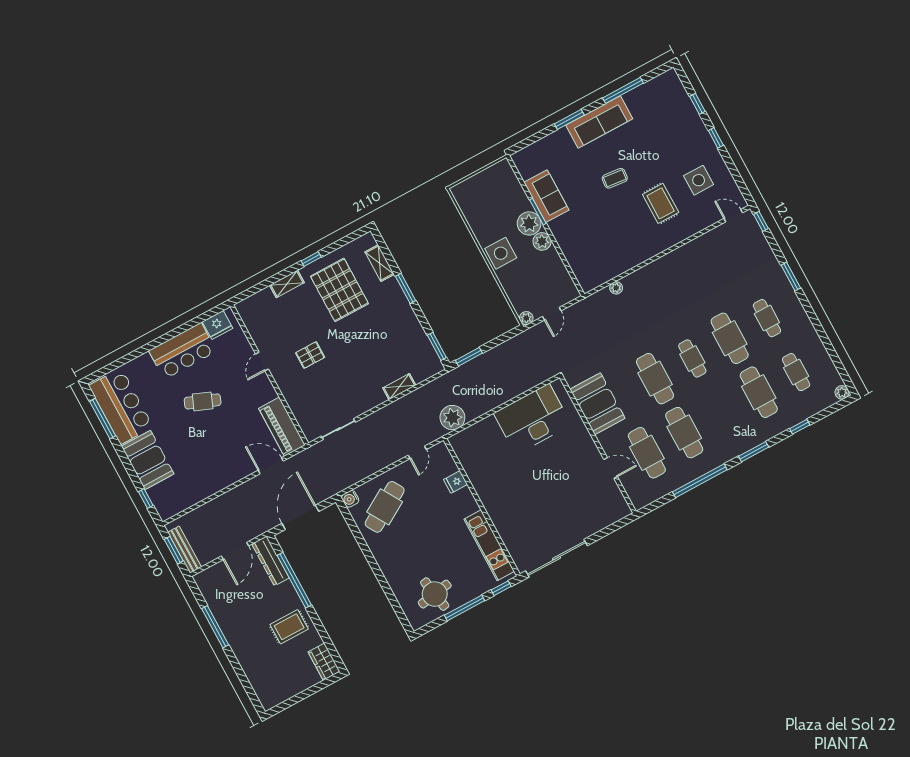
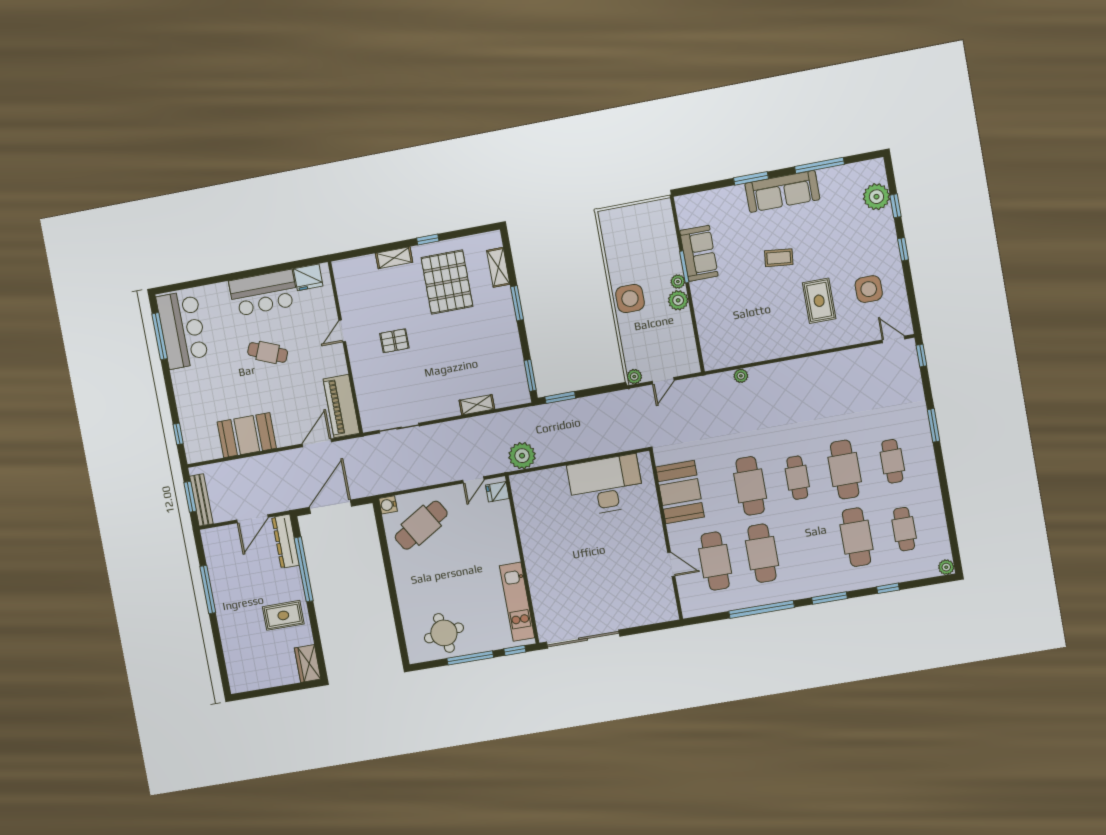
plant: (679, 101) -> (876, 197), added
plant: (529, 223) -> (678, 282), width x0.53, depth x0.53
booth: (148, 460) -> (247, 435), moved, turned 90
door: (271, 466) -> (317, 443), hinge flipped
fridge: (455, 482) -> (497, 492), moved

